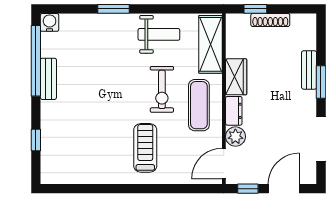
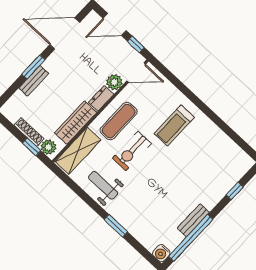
plant: (240, 23) -> (48, 147), added
wardrobe: (236, 77) -> (76, 123), width x1.50
exercise bike: (162, 89) -> (132, 151), turned 180

